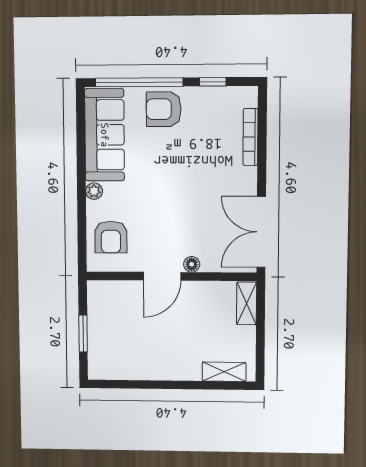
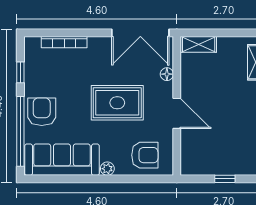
armchair: (164, 109) -> (42, 112), turned 180
rug: (175, 203) -> (117, 103), added
floor lamp: (192, 264) -> (167, 74), moved
window: (83, 334) -> (225, 179), width x0.67

